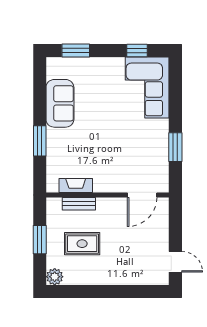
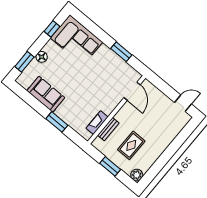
floor lamp: (97, 65) -> (42, 57), added

